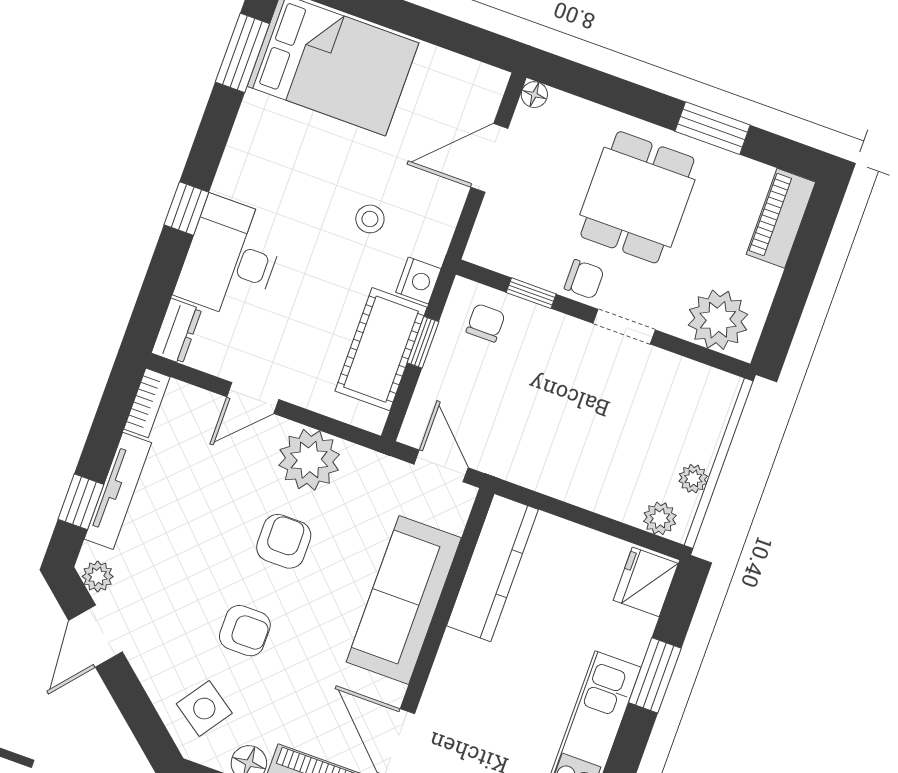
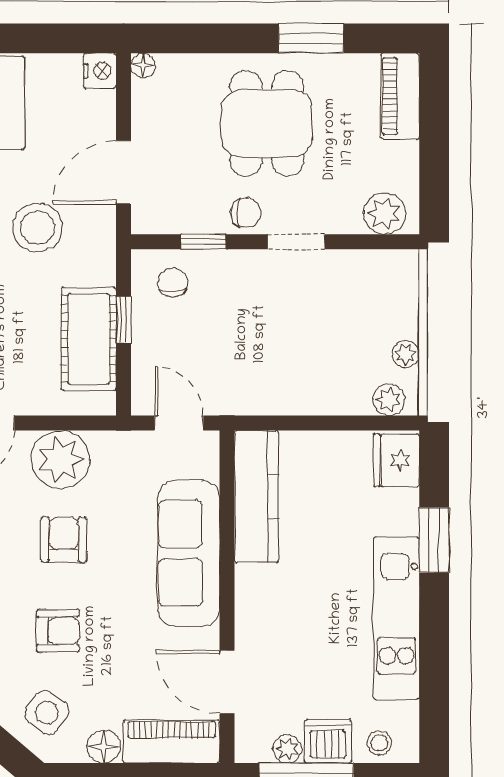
door: (489, 158) -> (124, 172), moved
stool: (370, 219) -> (38, 228), width x1.89, depth x1.89
nightstand: (418, 281) -> (100, 71), moved
plant: (718, 320) -> (384, 213), width x0.73, depth x0.73

